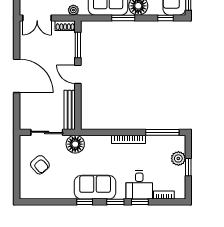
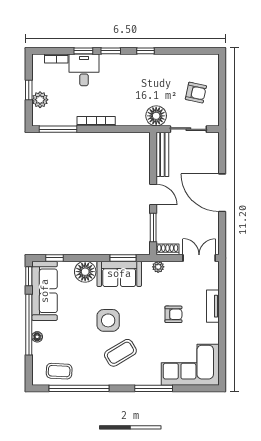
window: (123, 18) -> (123, 258), moved
armchair: (40, 165) -> (196, 93), turned 143
sofa: (95, 187) -> (134, 67), removed

